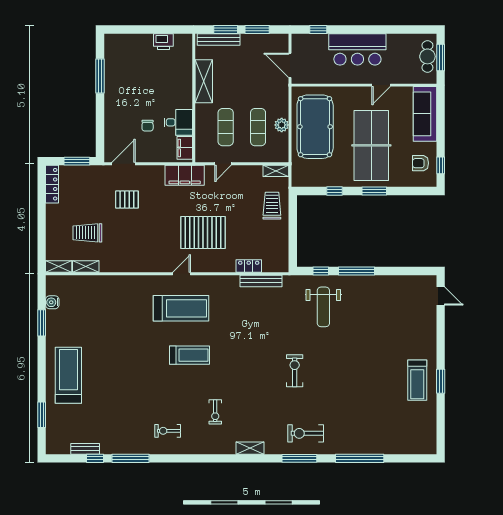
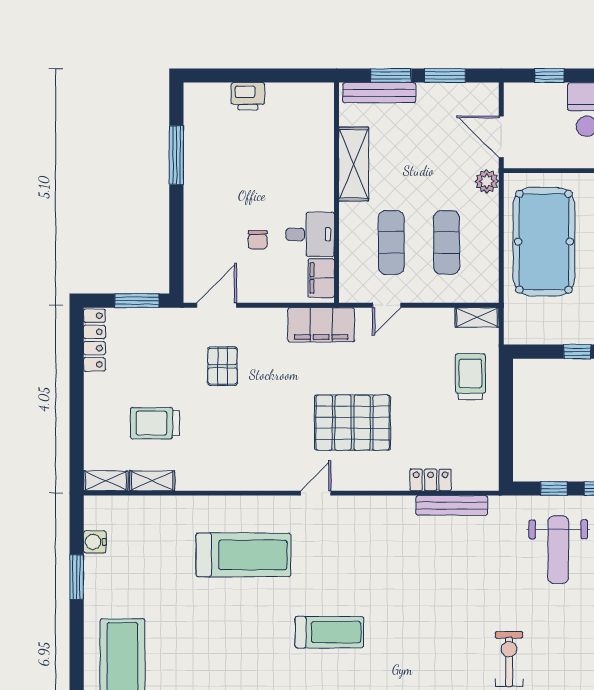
printer: (163, 42) -> (248, 96), moved
plant: (282, 125) -> (487, 181), moved
pallet: (127, 199) -> (222, 366), turned 90
treadmill: (181, 308) -> (243, 555), moved

